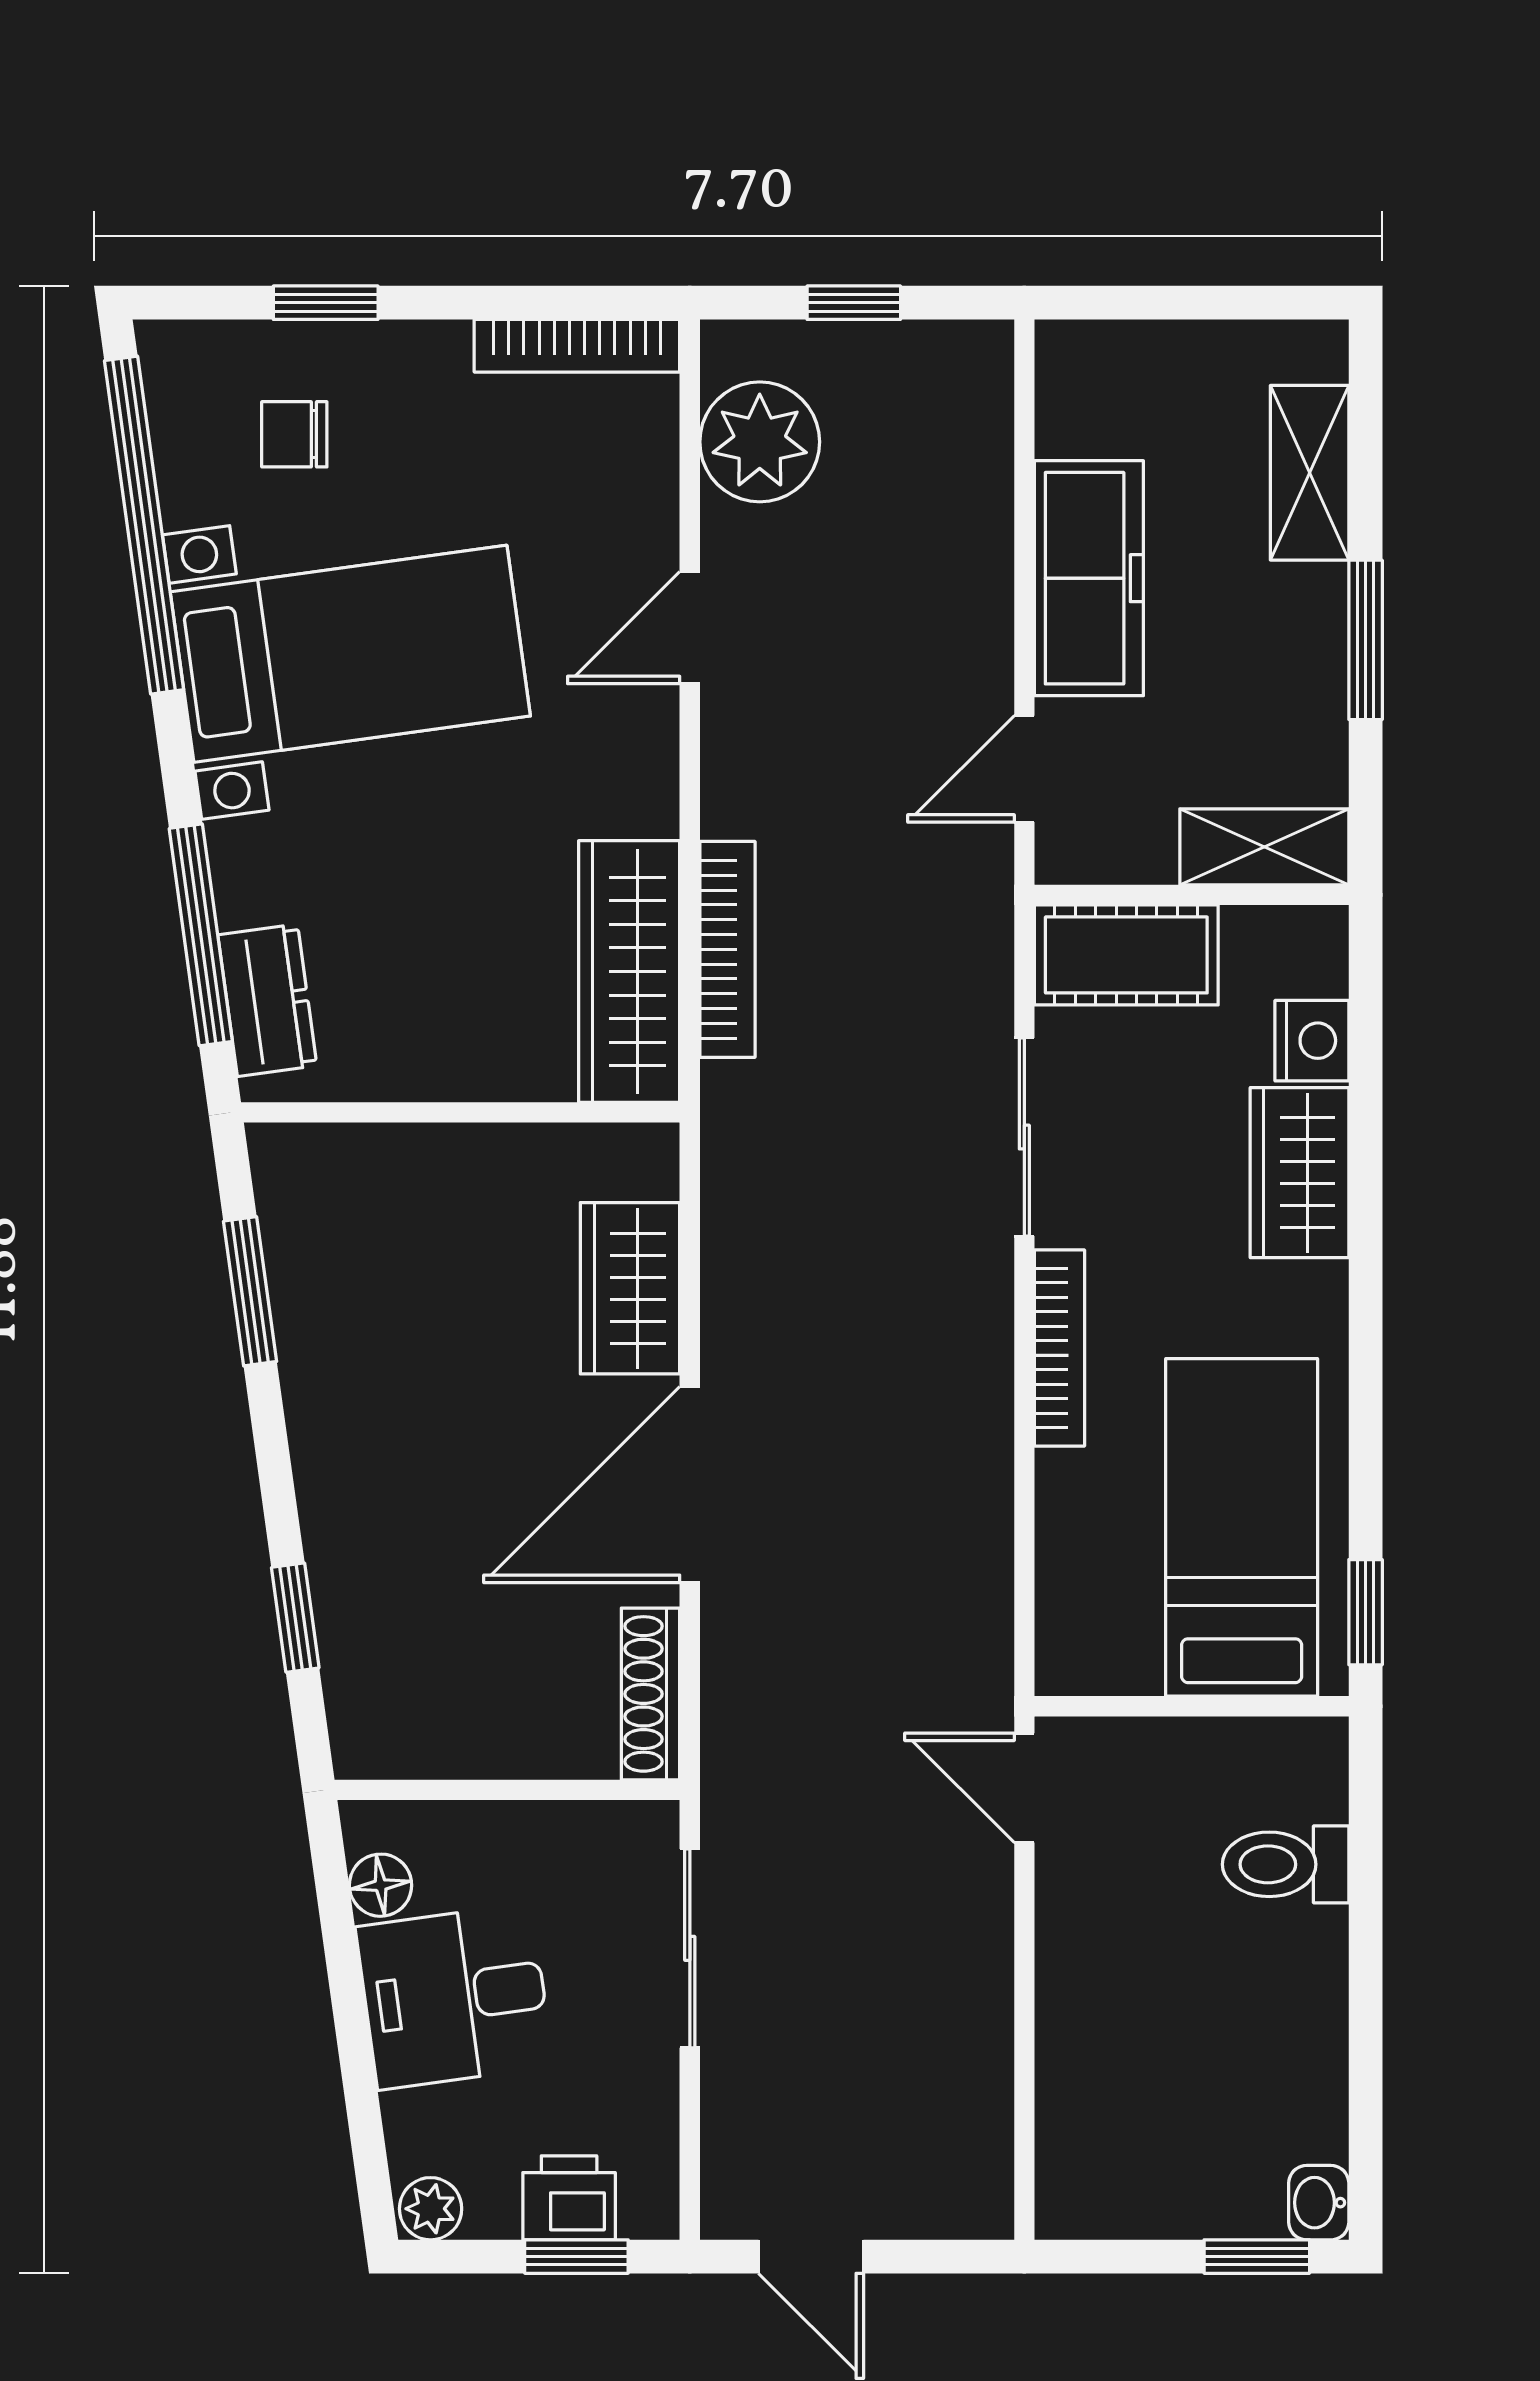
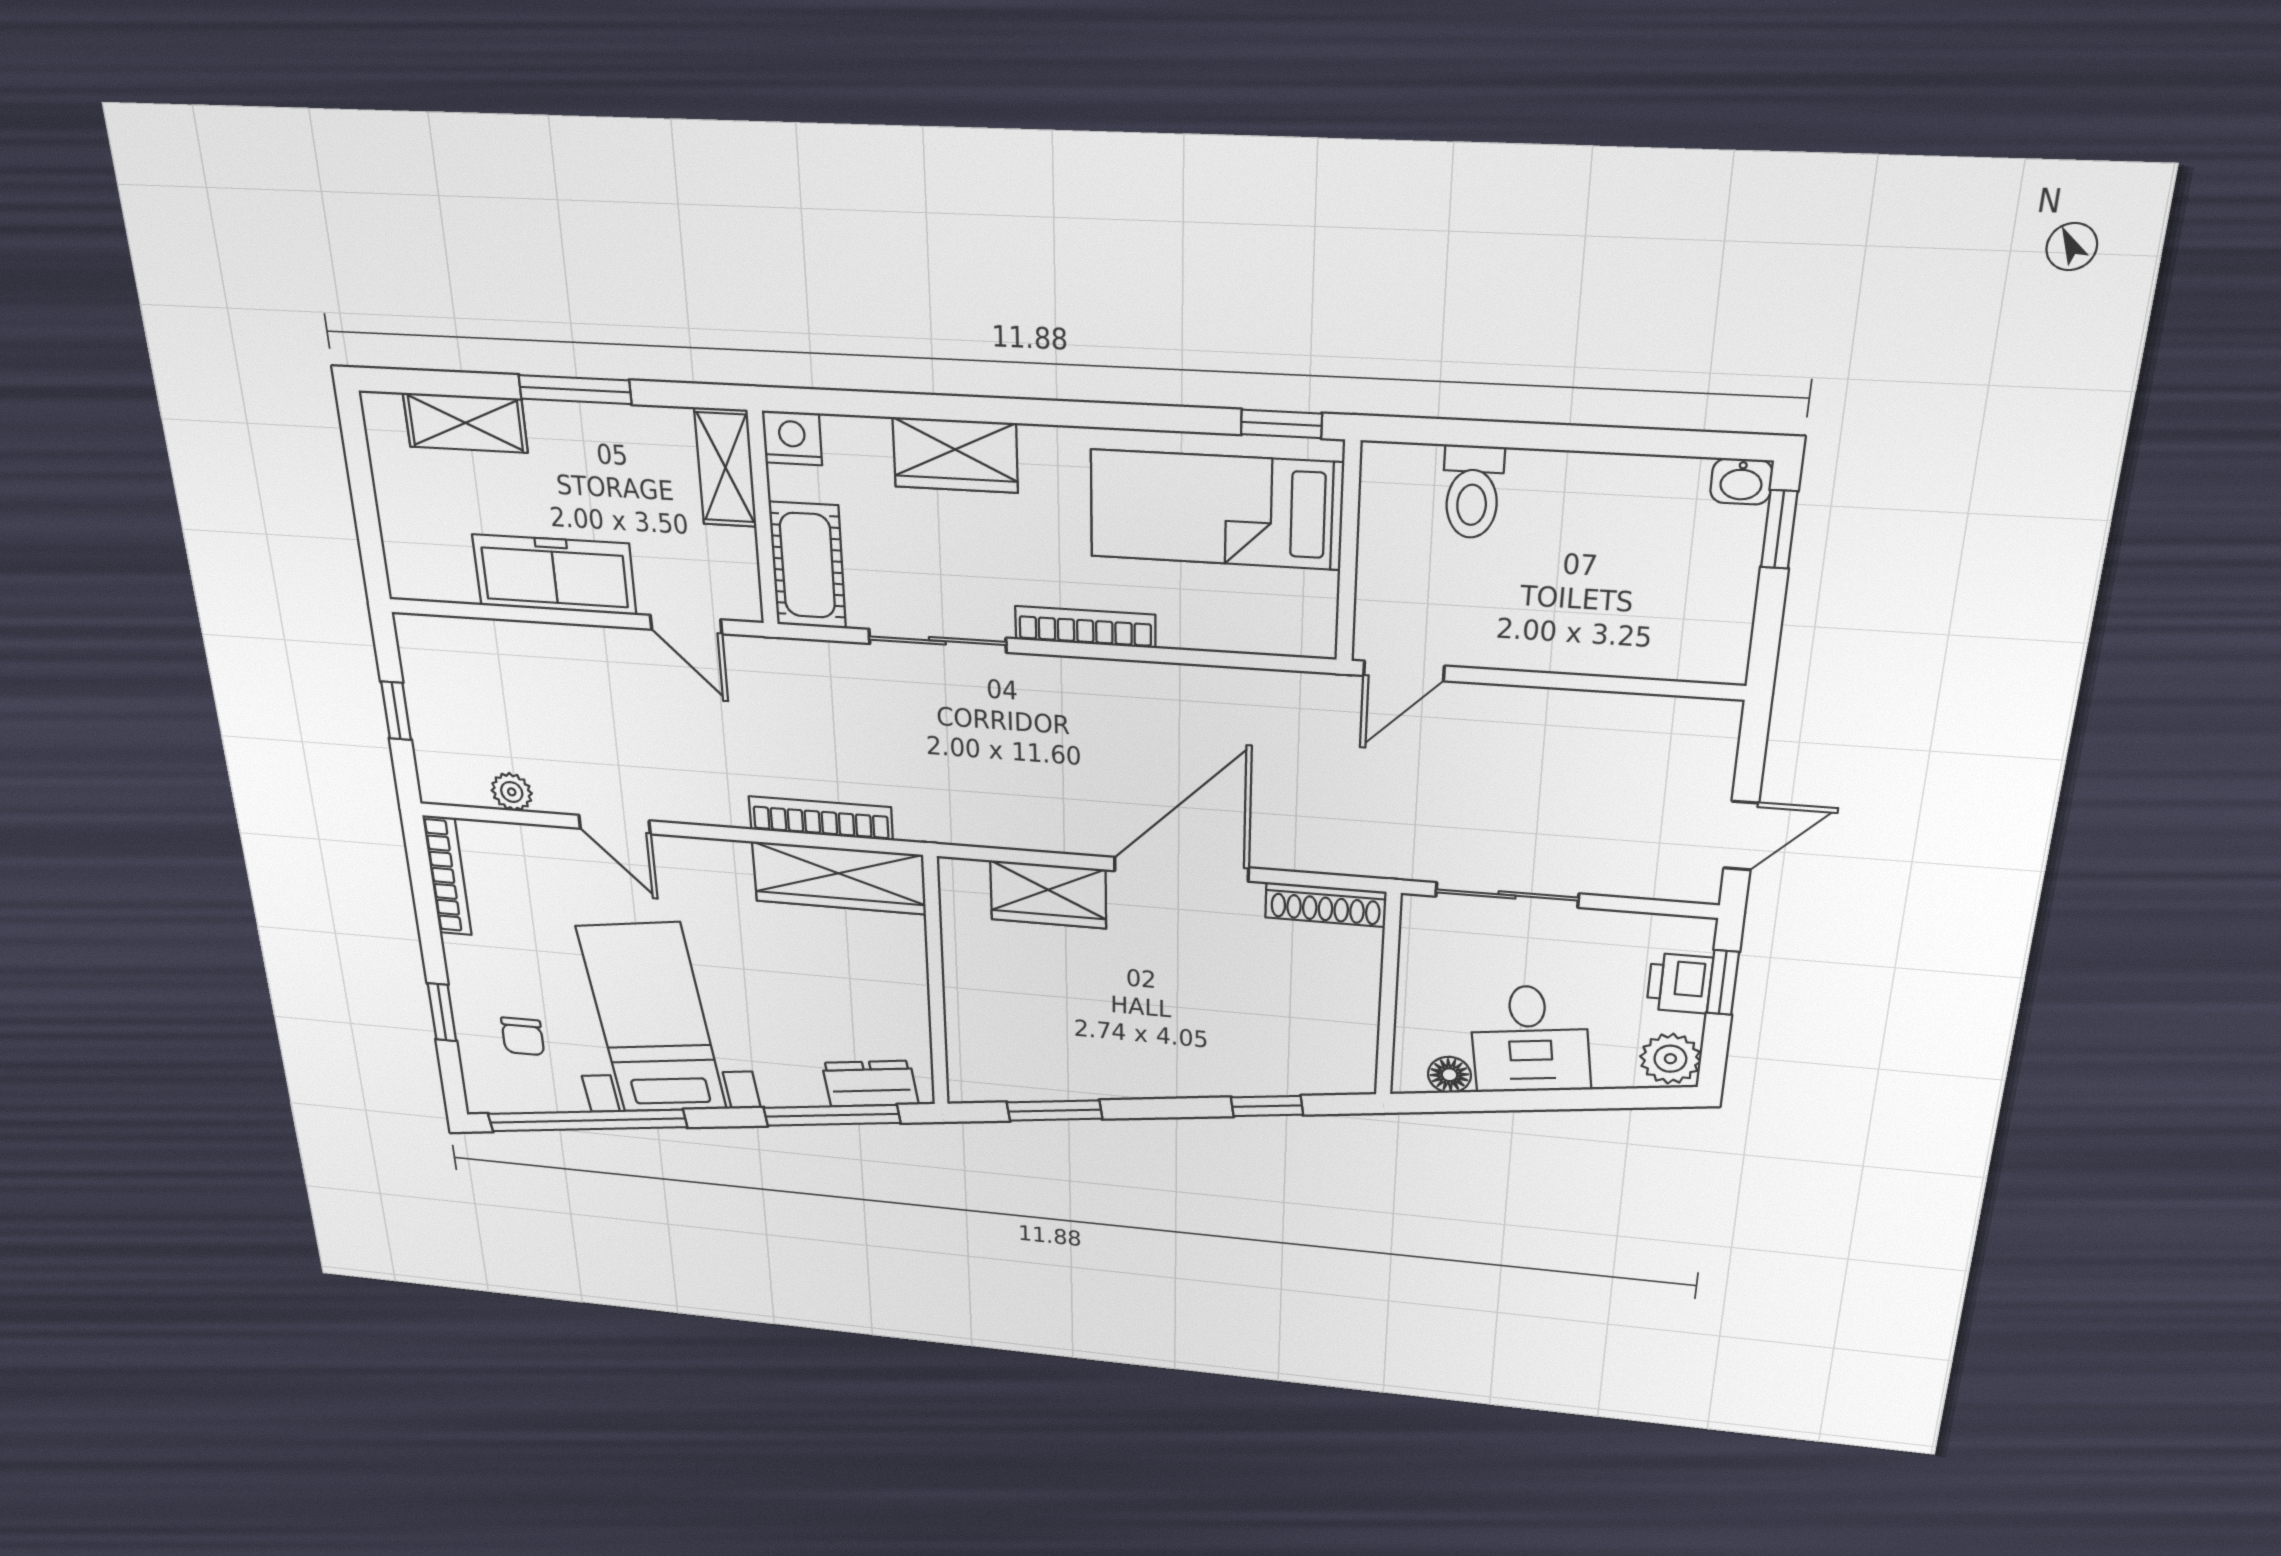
plant: (760, 442) -> (512, 792), width x0.53, depth x0.53
nightstand: (1312, 1041) -> (792, 438), moved
door: (690, 1485) -> (1181, 869), swing flipped
plant: (431, 2209) -> (1670, 1059), width x1.38, depth x1.38

